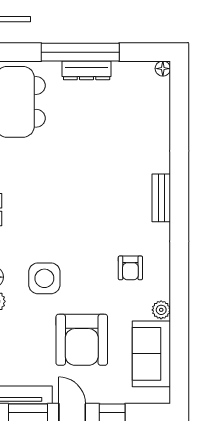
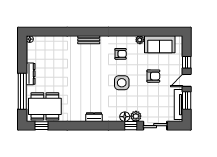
window: (80, 52) -> (22, 91), moved
side table: (44, 278) -> (122, 83), moved
armchair: (82, 340) -> (153, 76), width x0.53, depth x0.53

